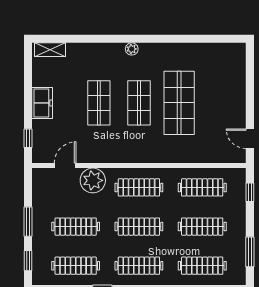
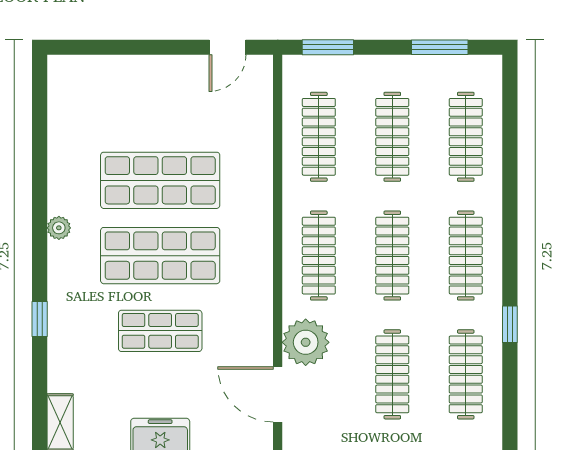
window: (105, 39) -> (40, 319), added
plant: (132, 49) -> (59, 228), moved
shop shelf: (139, 103) -> (160, 256), width x1.43, depth x1.36
door: (65, 166) -> (278, 394), width x1.38
window: (250, 192) -> (328, 47), width x1.50

